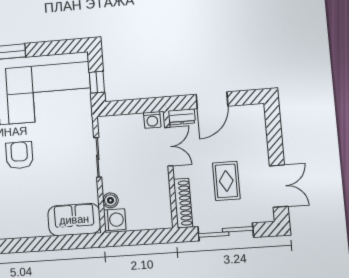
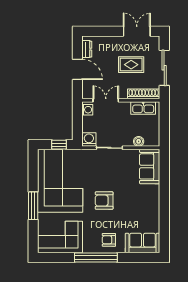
dresser: (182, 117) -> (87, 49), moved
kitchen sink: (161, 204) -> (143, 108), added
washing machine: (115, 220) -> (89, 139), moved

